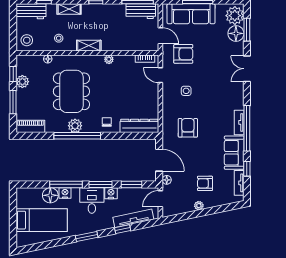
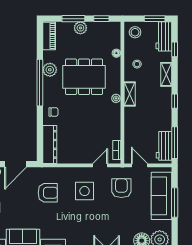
window: (13, 21) -> (155, 19), added
door: (160, 36) -> (139, 165), swing flipped
armchair: (183, 54) -> (121, 188), turned 180
plant: (109, 59) -> (116, 98), moved
plant: (22, 82) -> (80, 28), moved
side table: (186, 91) -> (85, 191), width x1.87, depth x1.87
plant: (75, 126) -> (50, 70), moved

